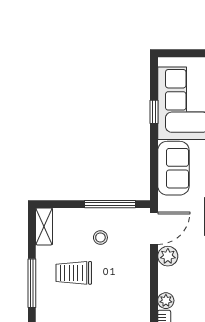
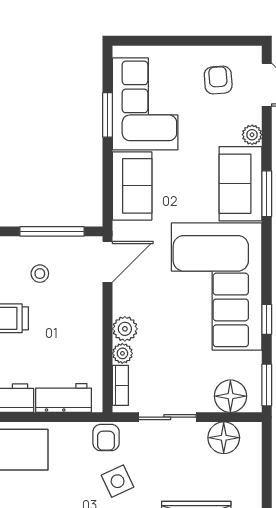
window: (154, 112) -> (108, 115), width x1.50
plant: (168, 256) -> (125, 329), moved

